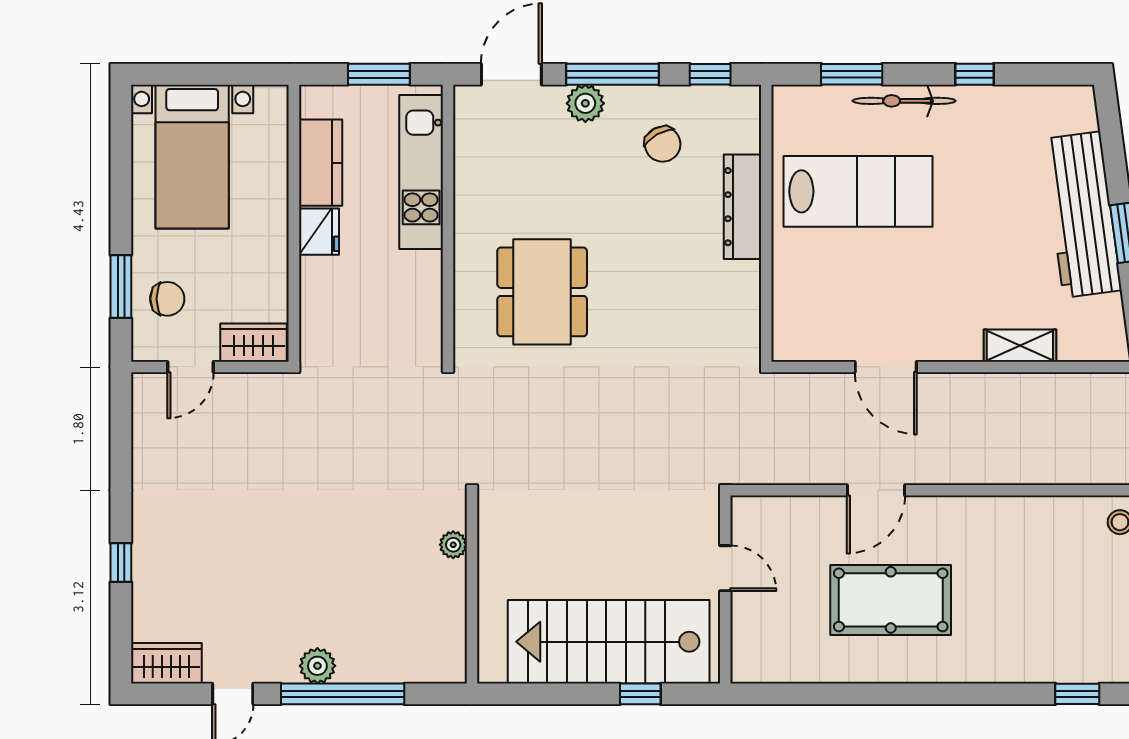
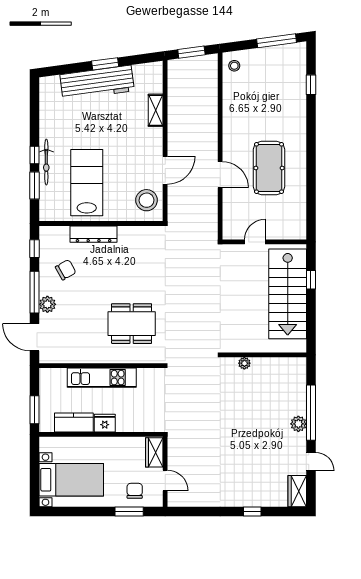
window: (379, 74) -> (34, 410), moved
window: (974, 74) -> (34, 155), moved
kitchen unit: (421, 172) -> (102, 378), moved
stool: (819, 325) -> (146, 200), added

